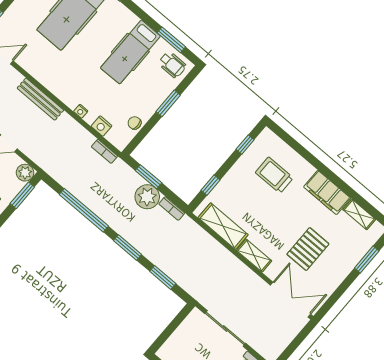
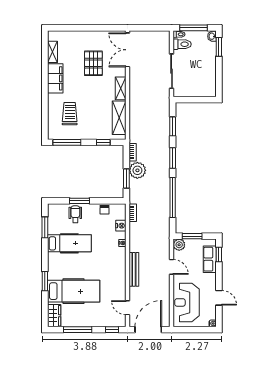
wheelchair: (172, 65) -> (75, 214), moved
window: (245, 145) -> (67, 142), width x2.17
trolley: (274, 175) -> (70, 114), turned 180
pallet: (308, 249) -> (93, 63), turned 90
window: (367, 260) -> (73, 28), removed

